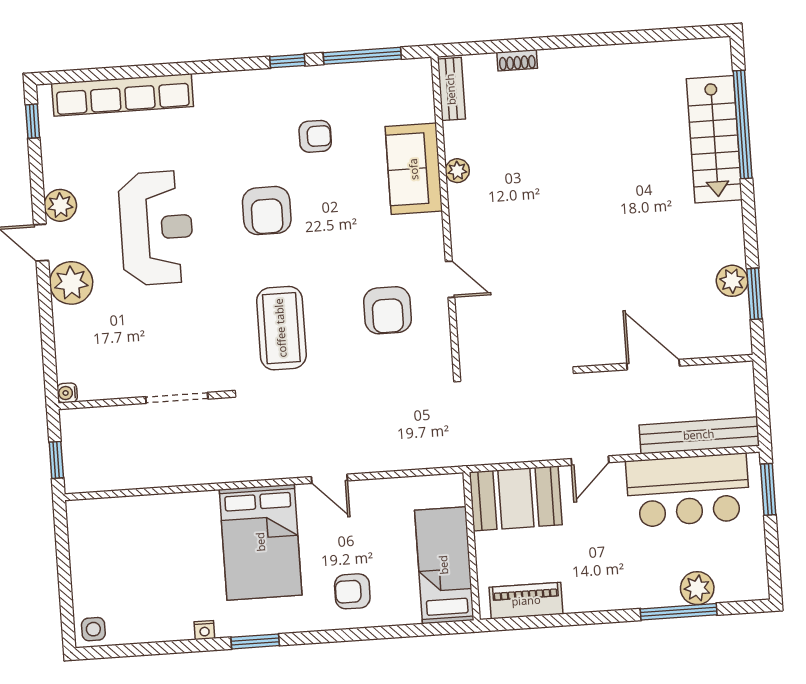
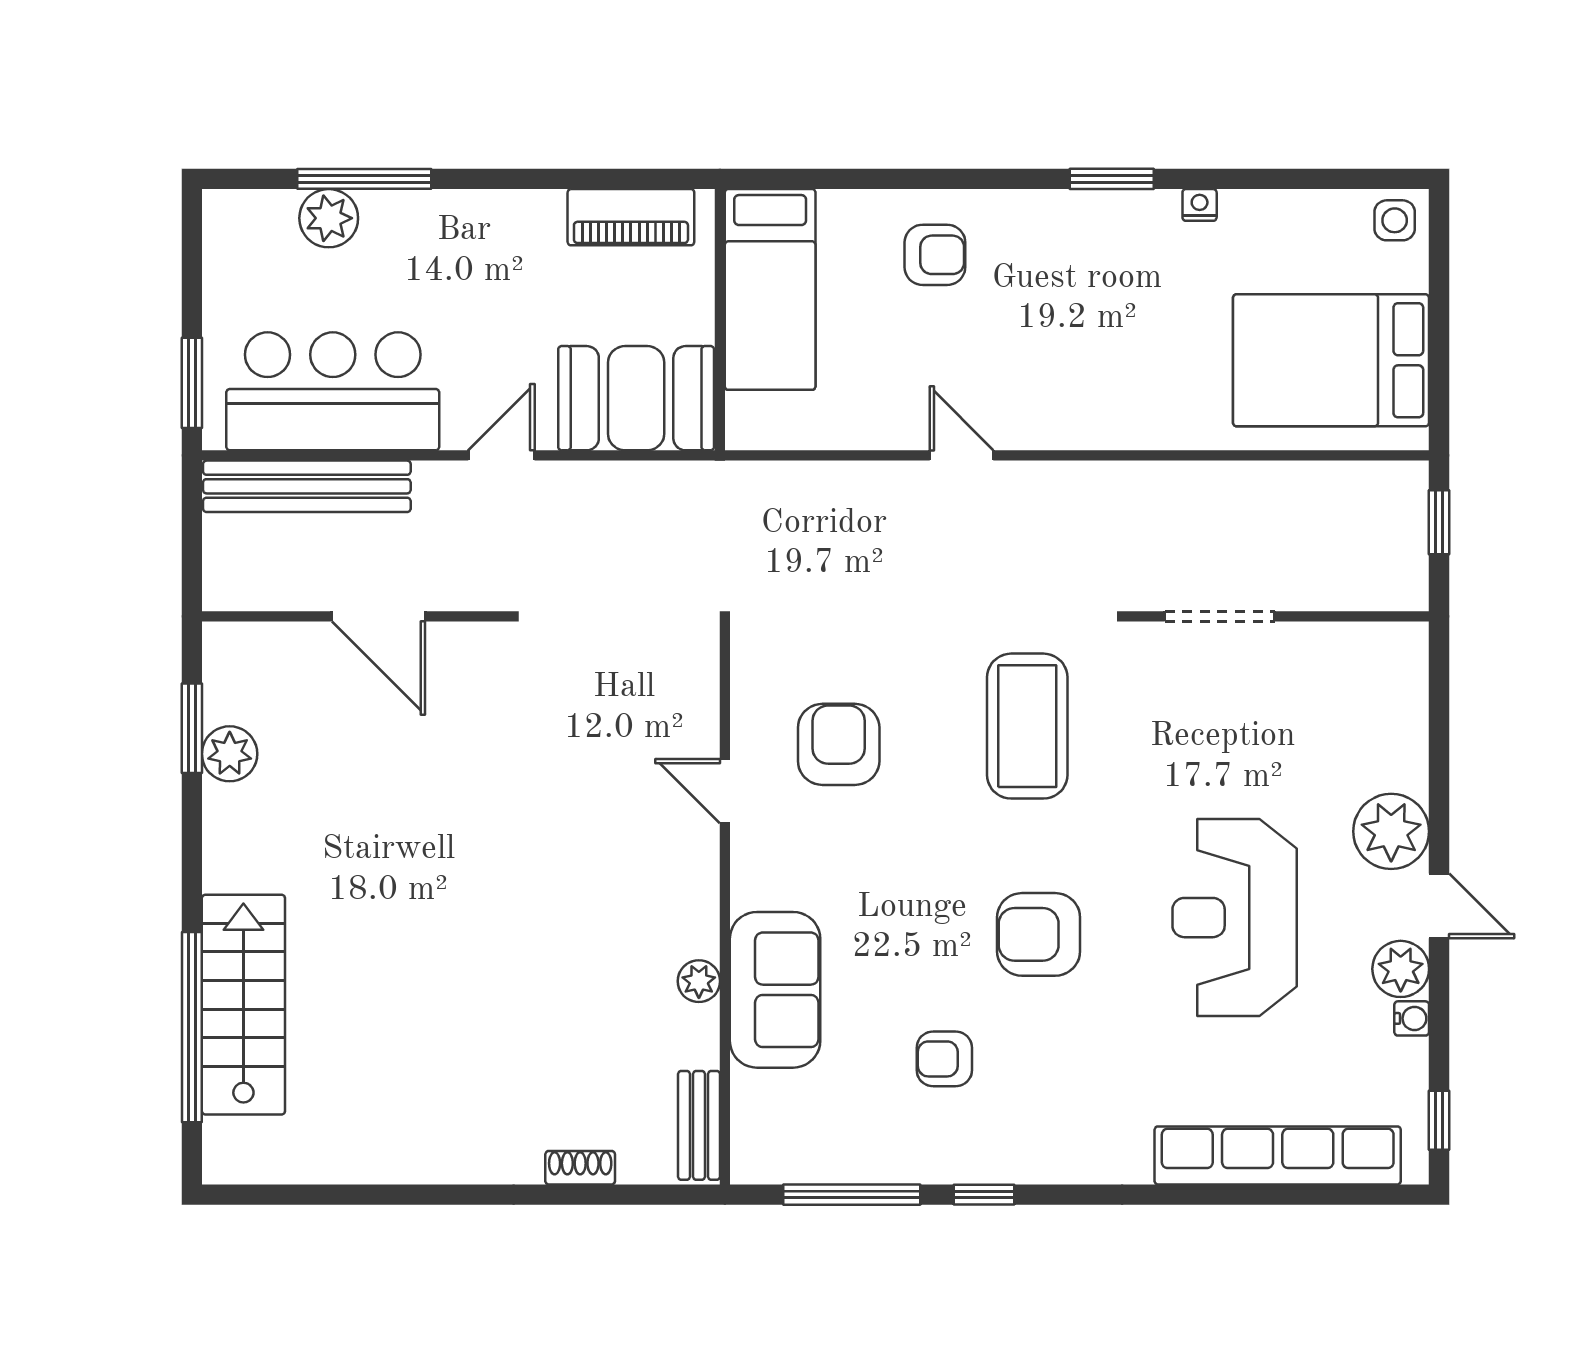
armchair: (267, 211) -> (1039, 934), turned -90
water cooler: (67, 393) -> (1412, 1018), moved
bed: (261, 542) -> (1331, 360), moved, turned -90

